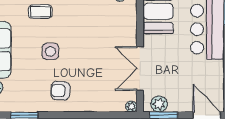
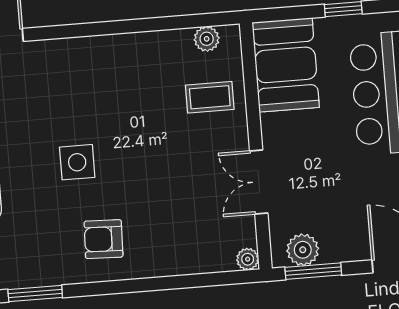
coffee table: (40, 12) -> (210, 97), moved
double door: (140, 68) -> (259, 182), width x0.73

